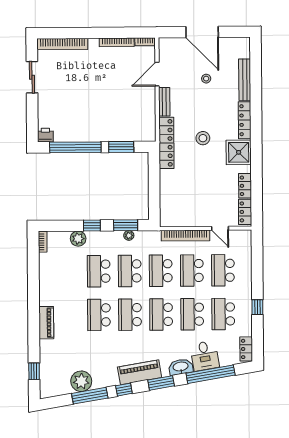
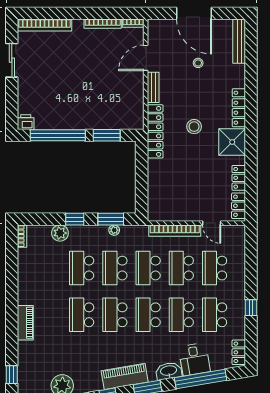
bench: (245, 80) -> (239, 41), moved

